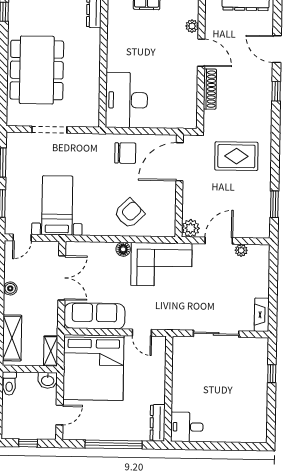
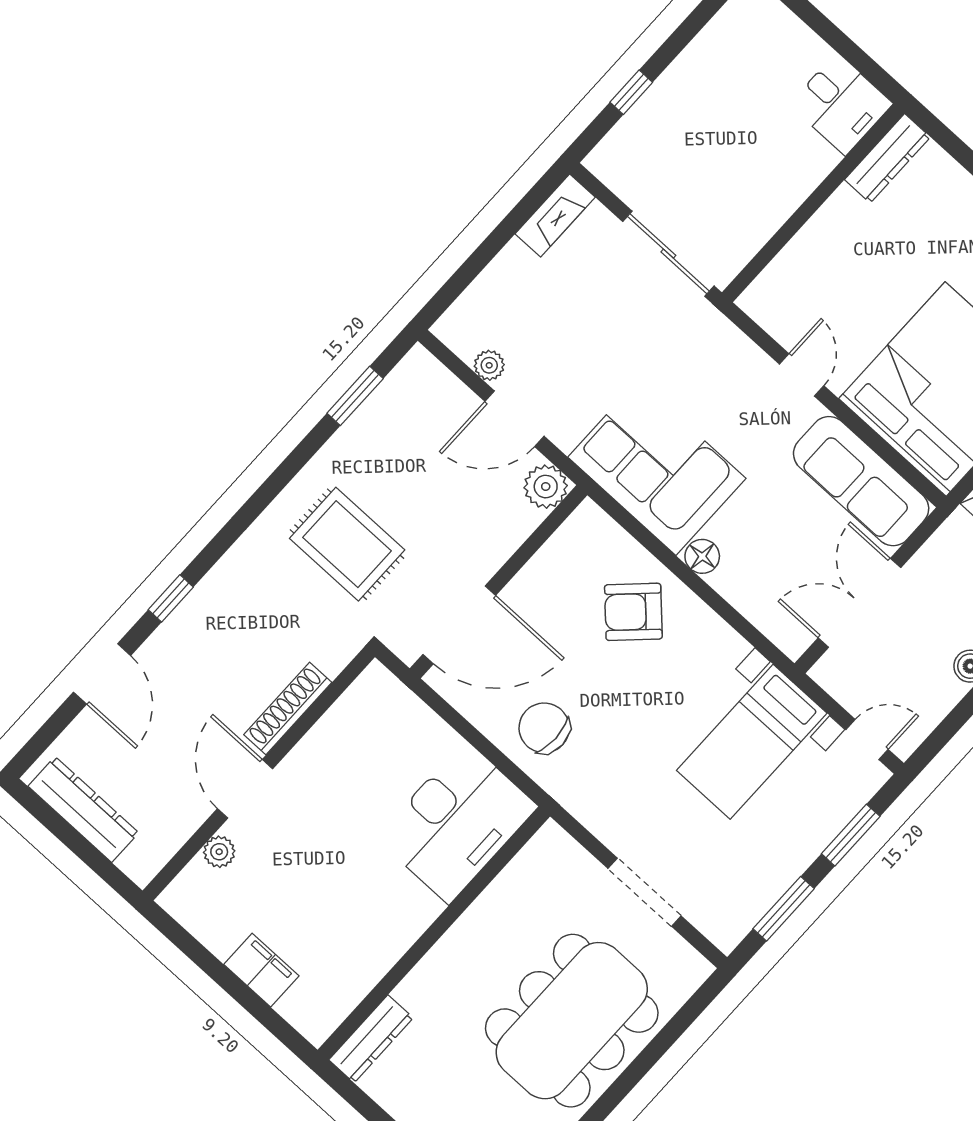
wall: (168, 389) -> (813, 203), moved
dresser: (158, 423) -> (887, 158), moved
desk: (187, 427) -> (841, 104), moved

